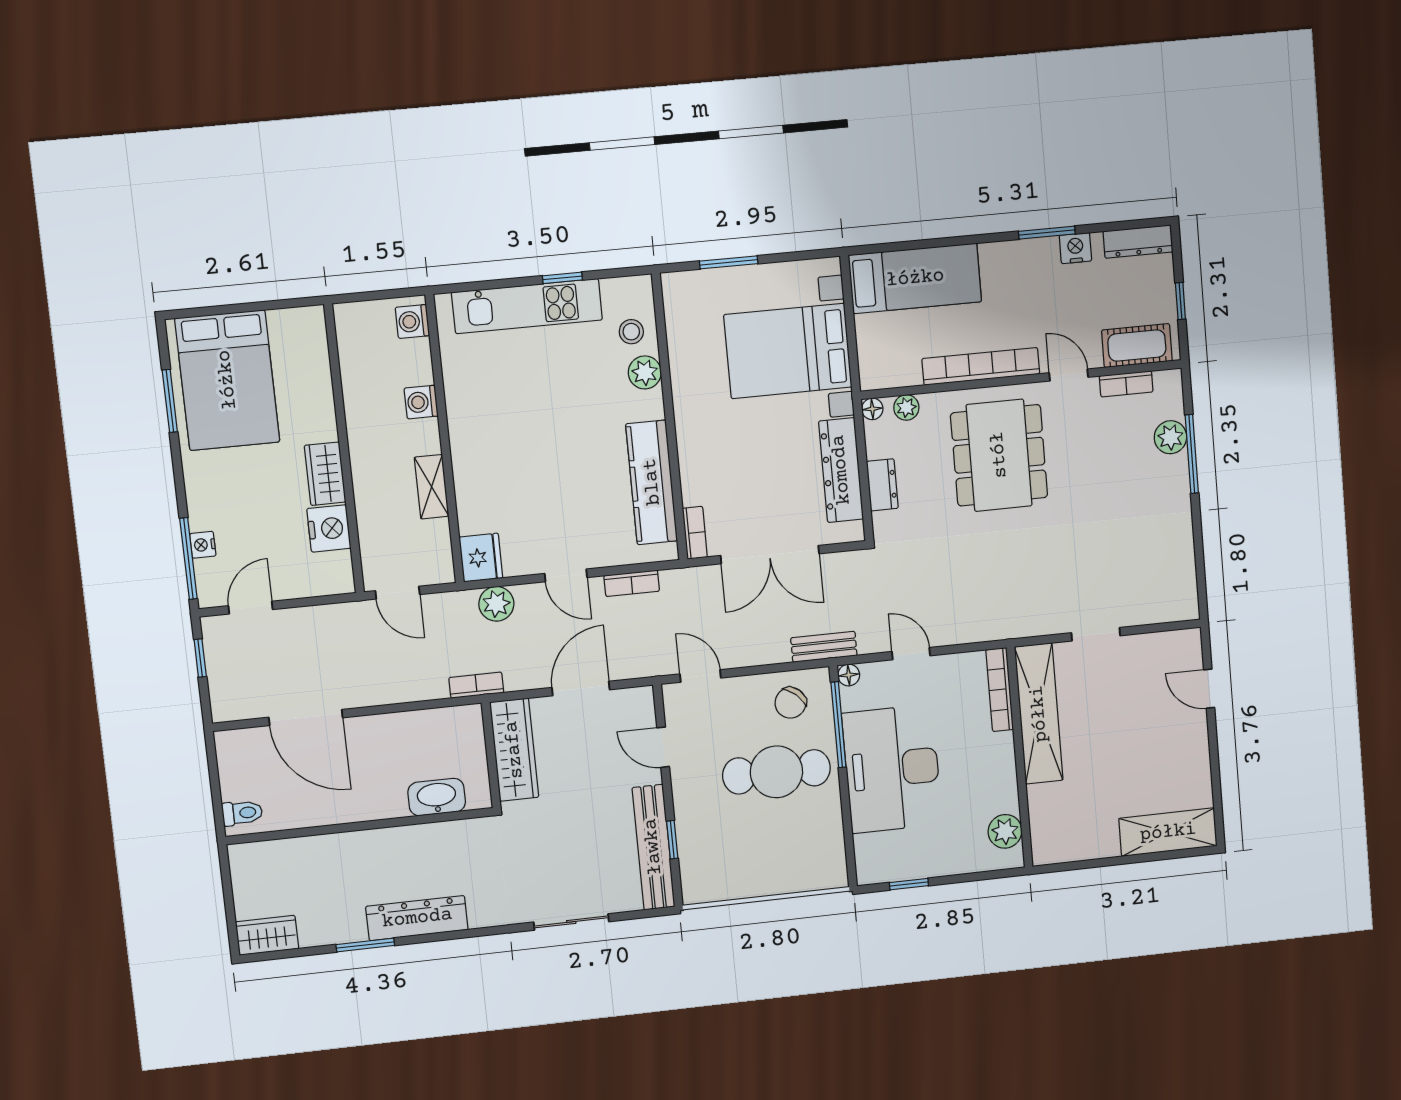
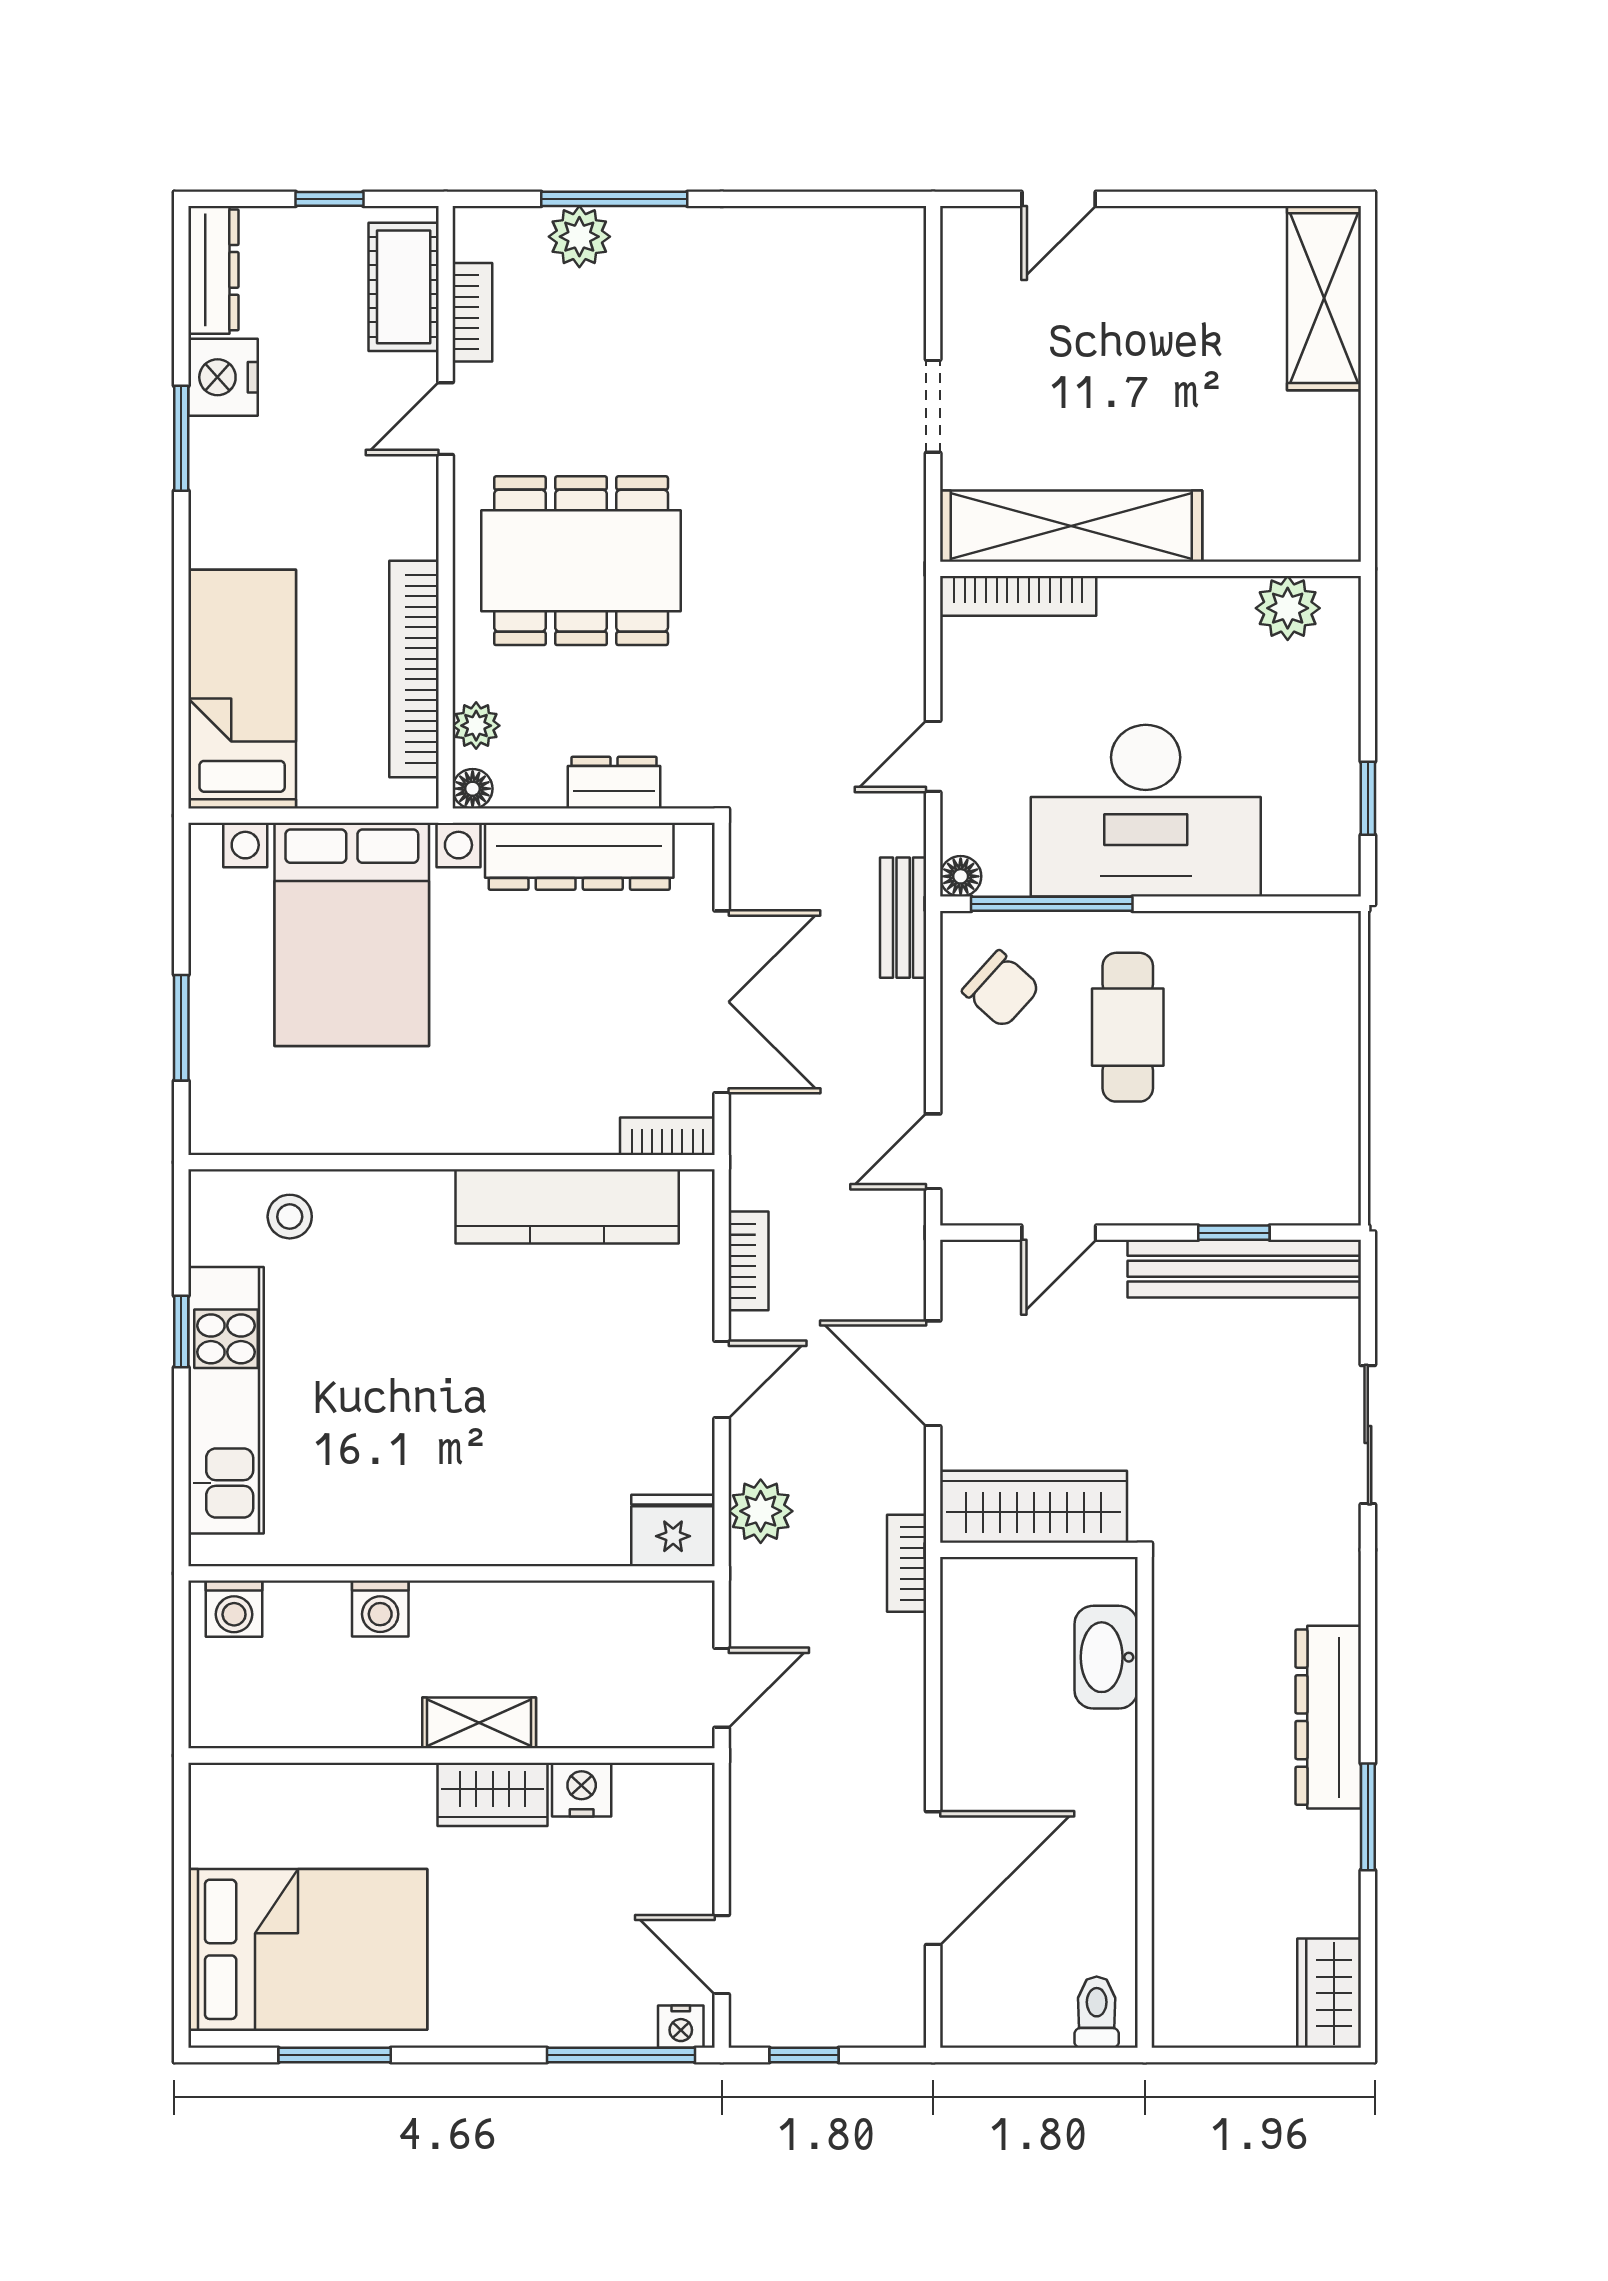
nightstand: (1075, 248) -> (223, 377), width x1.36, depth x1.33
bookcase: (981, 366) -> (414, 669), moved
plant: (645, 372) -> (366, 1199), removed
shelving: (432, 487) -> (479, 1723), moved
nightstand: (329, 528) -> (582, 1790), width x0.74, depth x0.75
nightstand: (203, 545) -> (681, 2027), moved
cafe table: (776, 772) -> (1128, 1027), width x0.73, depth x0.74

